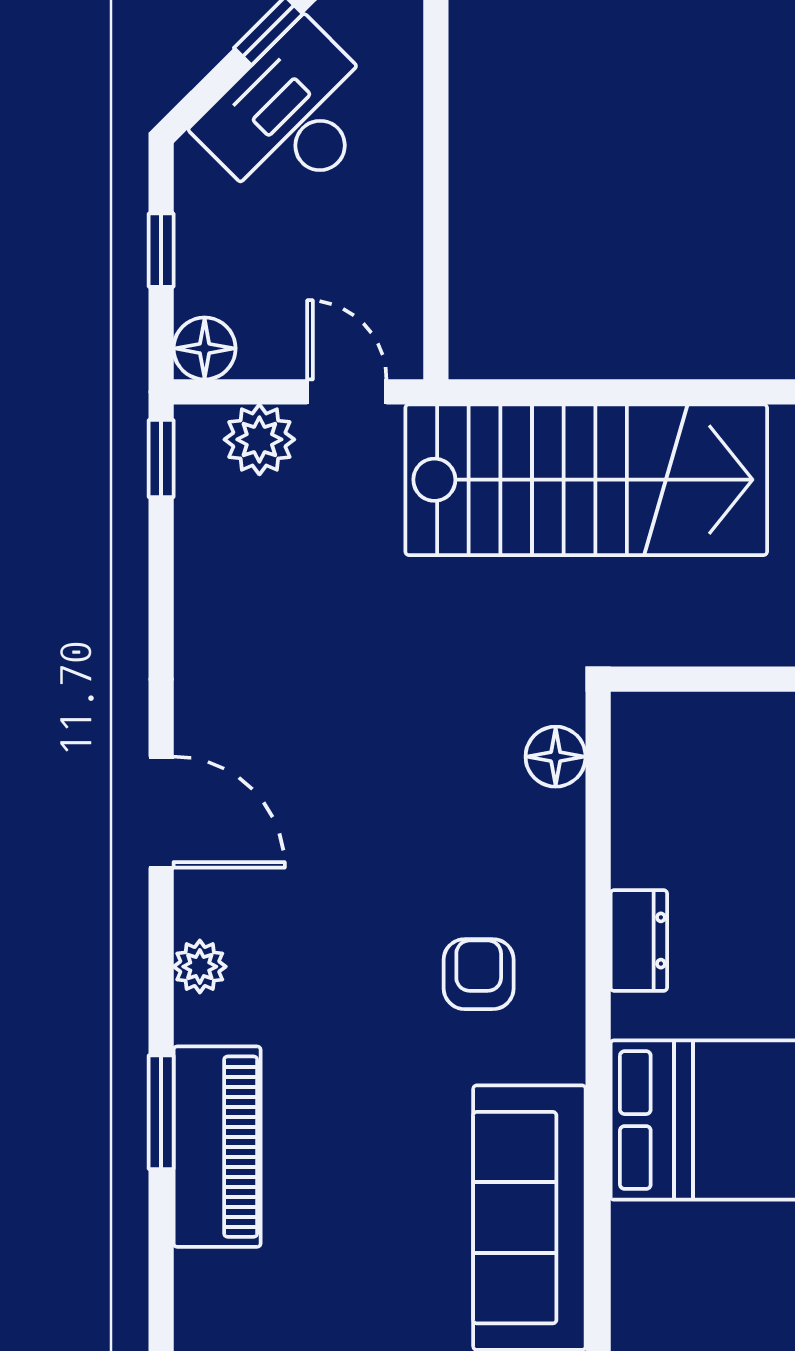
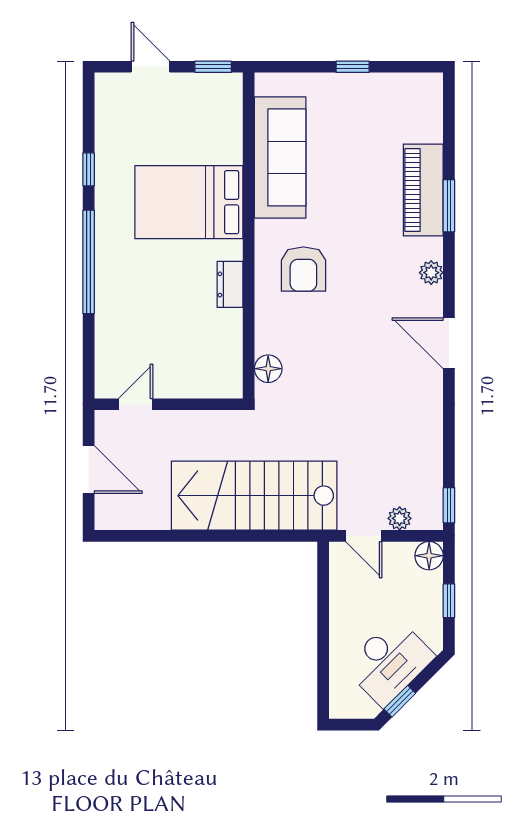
plant: (259, 439) -> (400, 518), width x0.73, depth x0.73
armchair: (479, 974) -> (303, 269), width x1.38, depth x1.38

